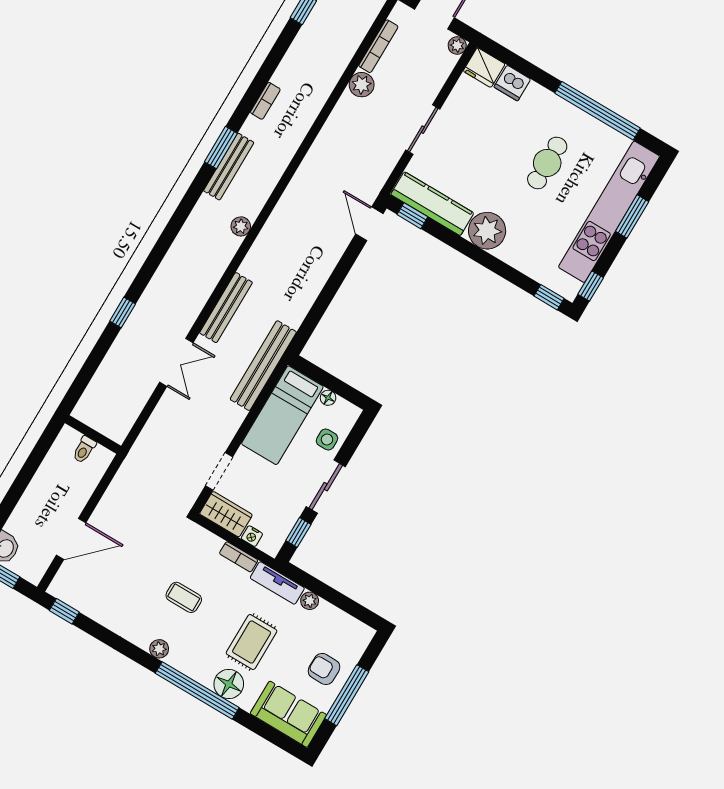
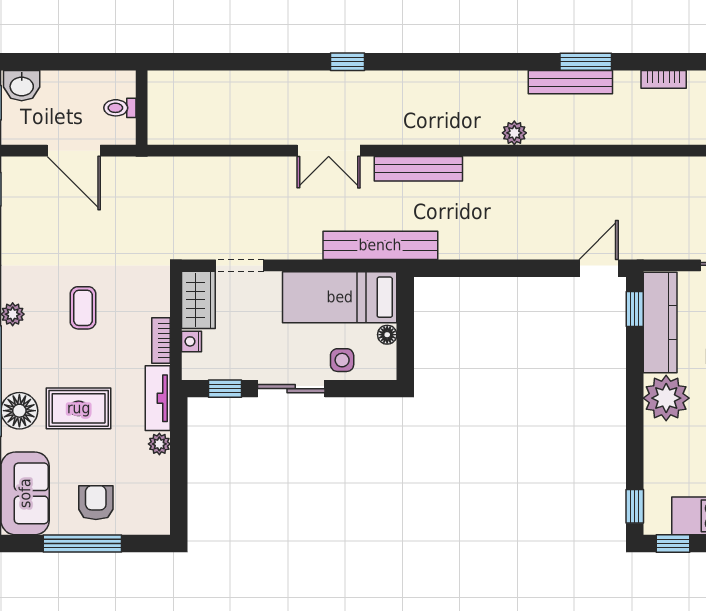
wall: (93, 434) -> (142, 108), moved
toilet: (84, 450) -> (120, 108), moved

